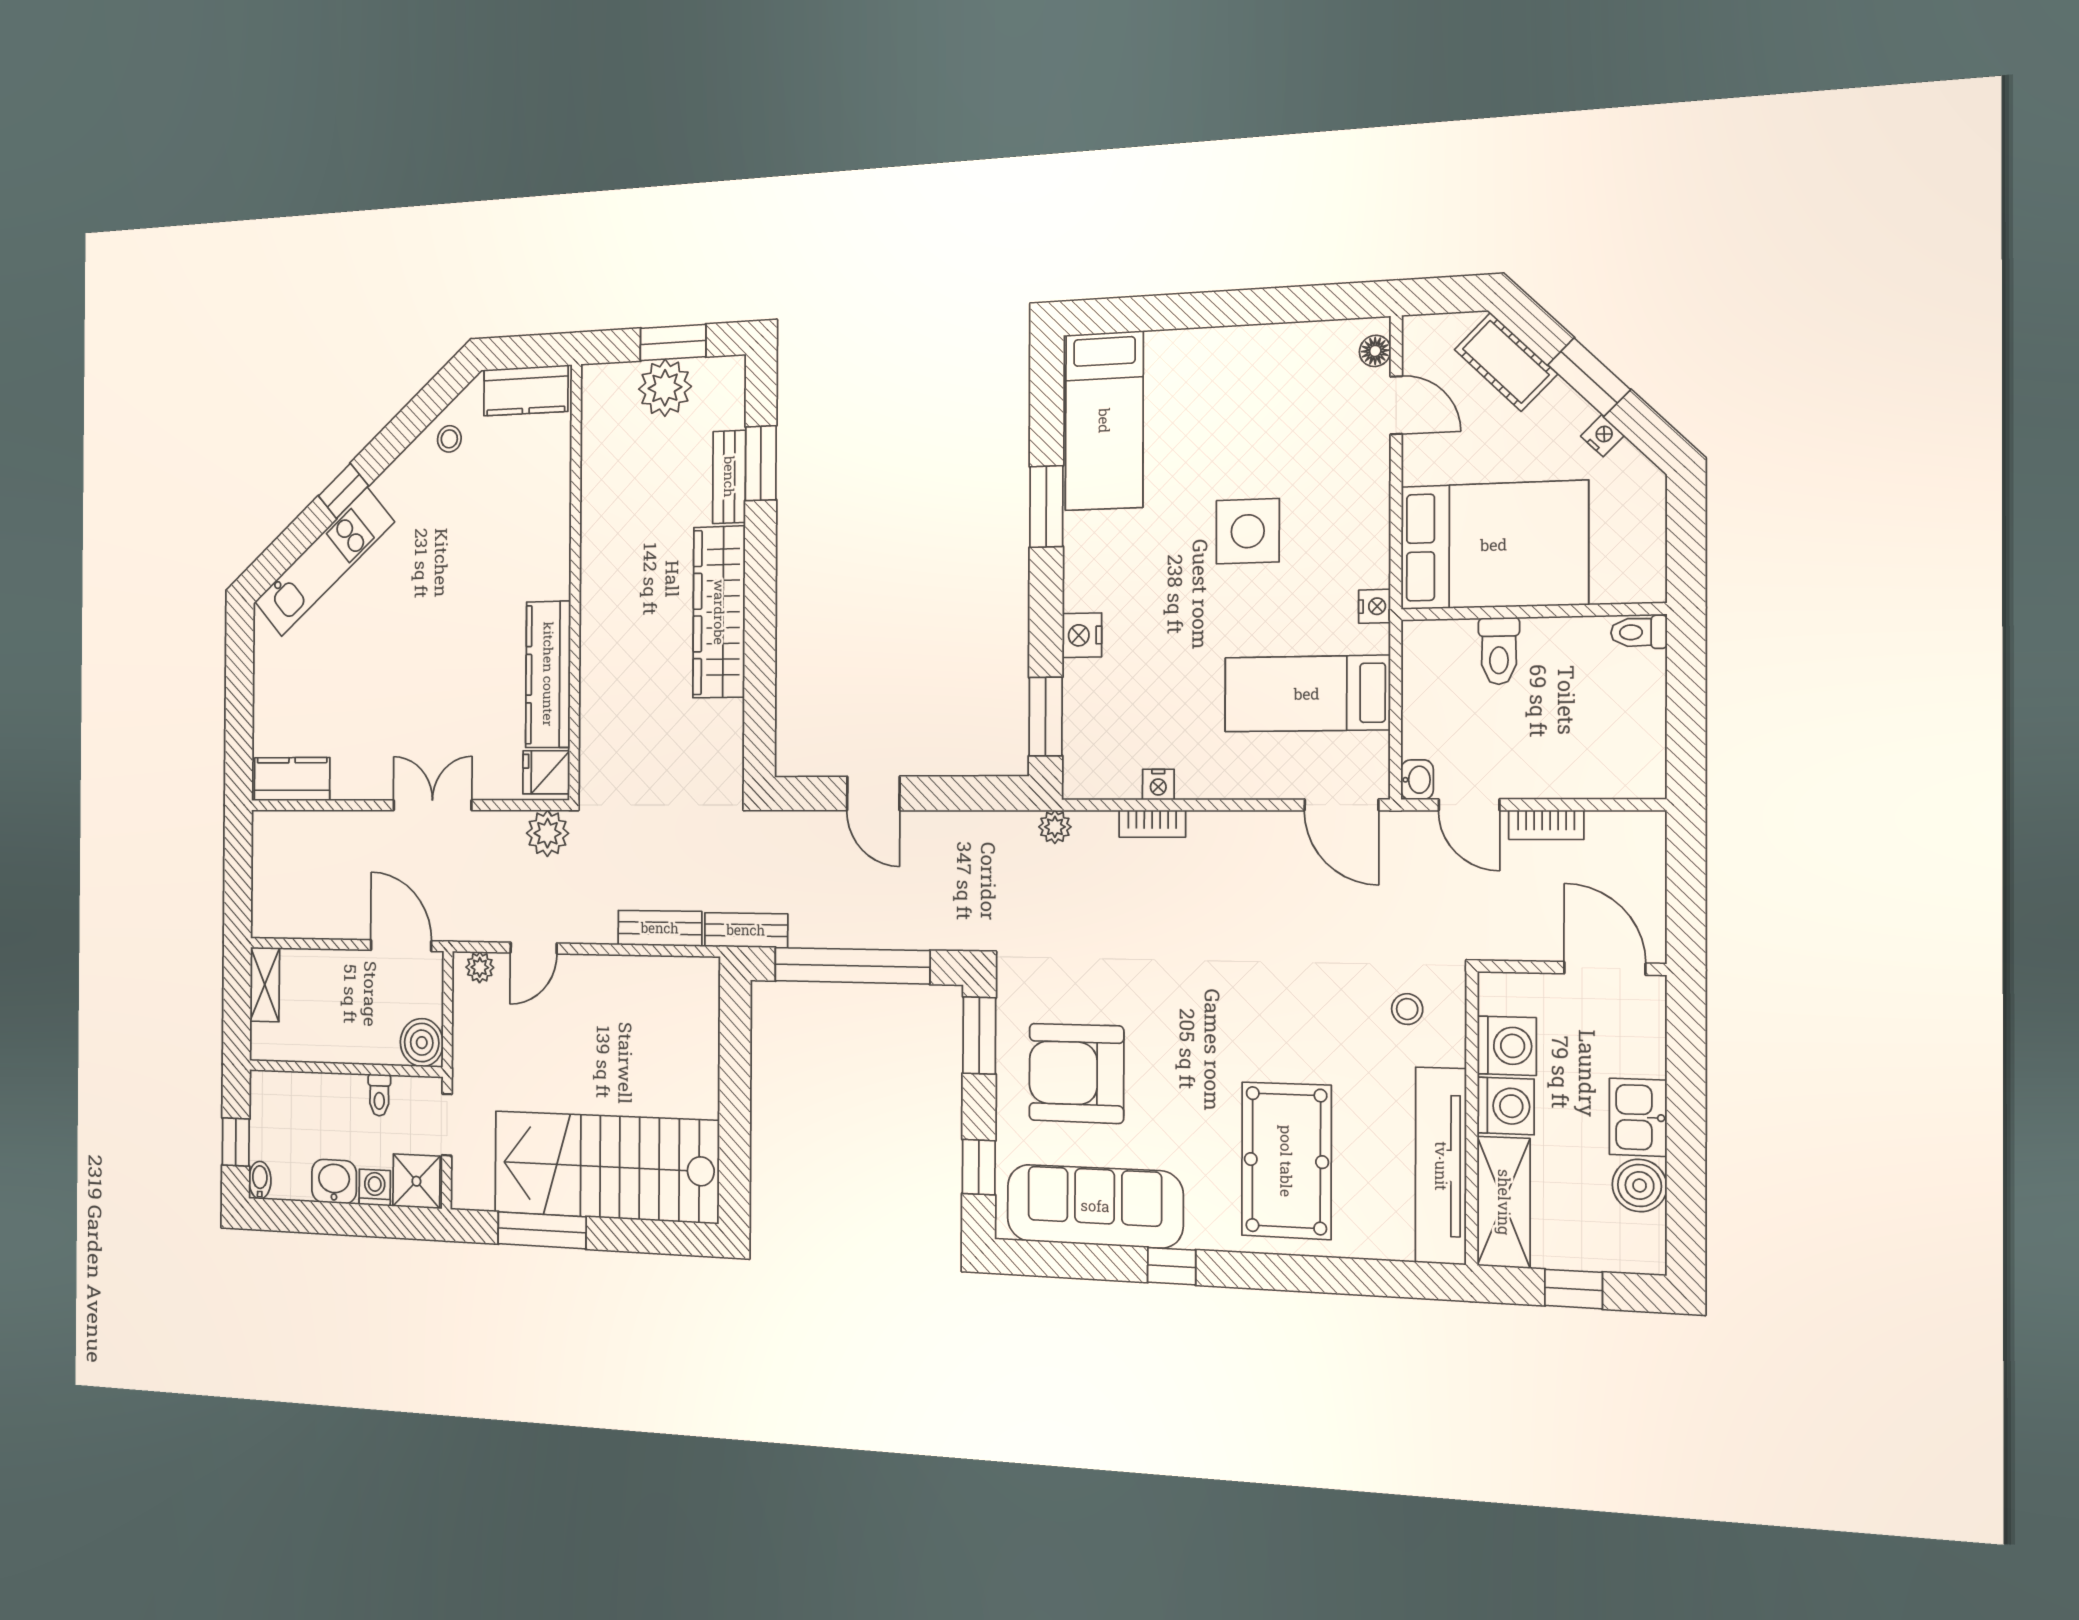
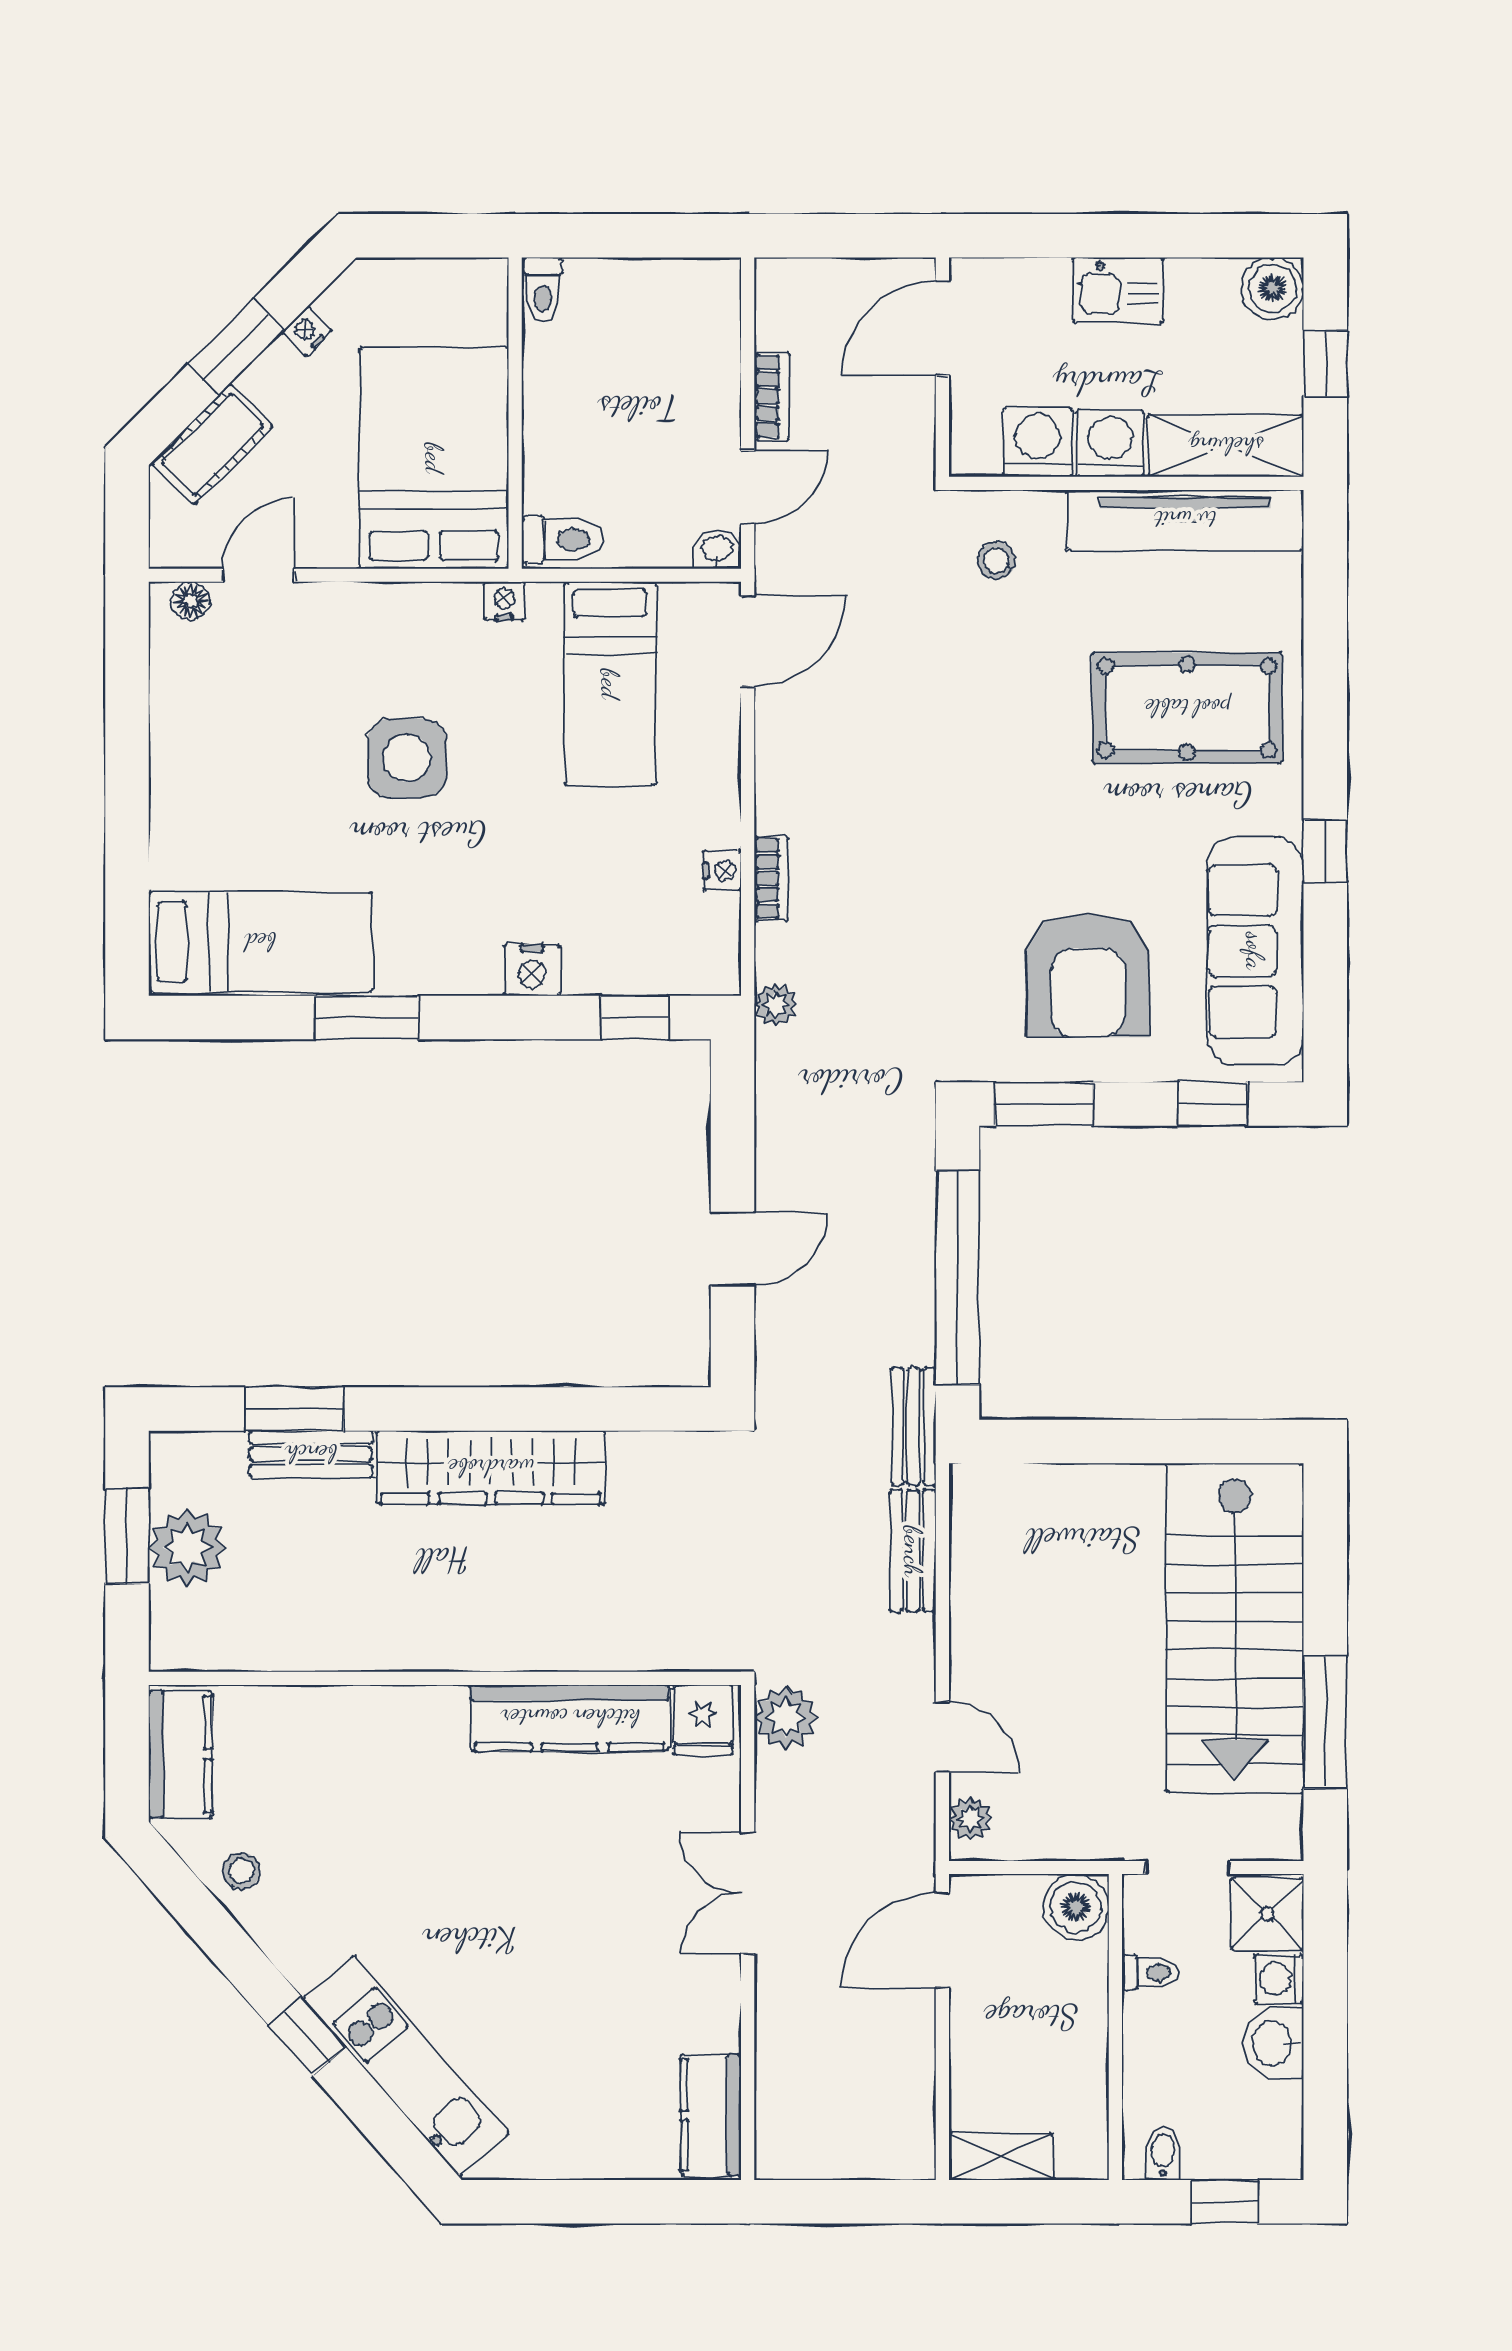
toilet: (1499, 651) -> (562, 540), moved
window: (1046, 717) -> (635, 1018), width x0.67
bidet: (260, 1180) -> (1163, 2154), moved, turned 90
boiler: (1640, 1185) -> (1273, 288), moved

